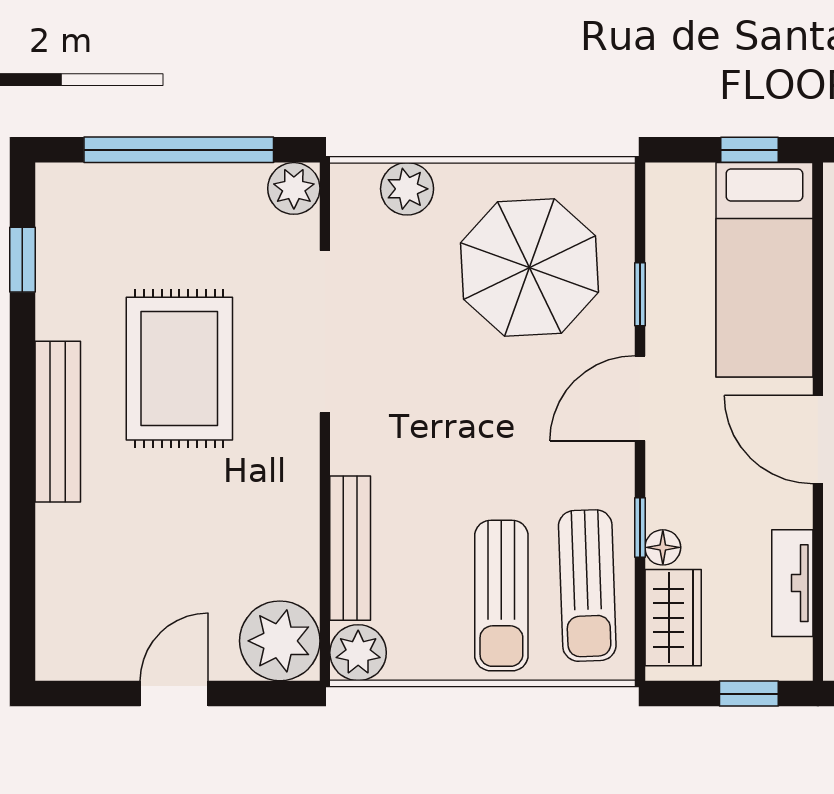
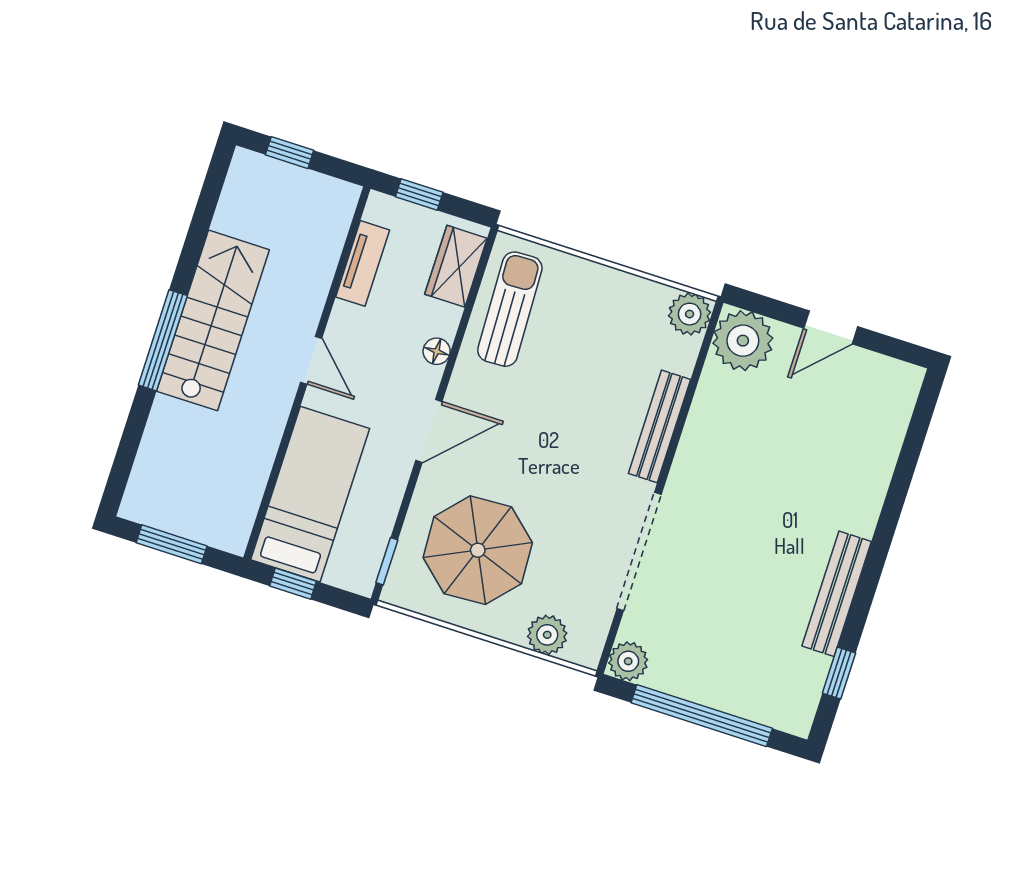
window: (640, 294) -> (387, 561), moved
rug: (179, 369) -> (752, 559), removed
bench: (58, 422) -> (837, 594), moved
door: (818, 440) -> (311, 360), width x0.73
window: (640, 528) -> (459, 338), removed
floor lamp: (663, 547) -> (437, 351), moved
bench: (350, 548) -> (659, 426), moved
sun lounger: (501, 596) -> (574, 322), removed

